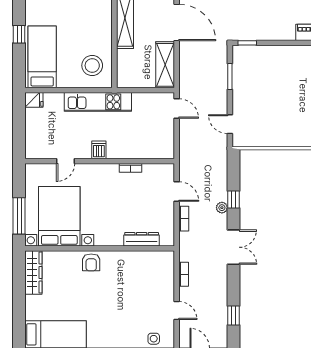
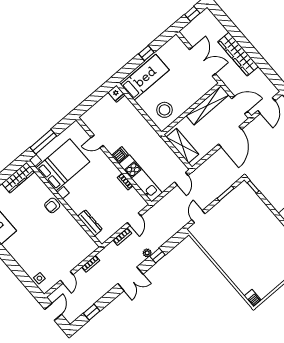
shelving: (165, 65) -> (182, 146), moved, turned 90
kitchen unit: (98, 102) -> (141, 178), moved, turned 180

